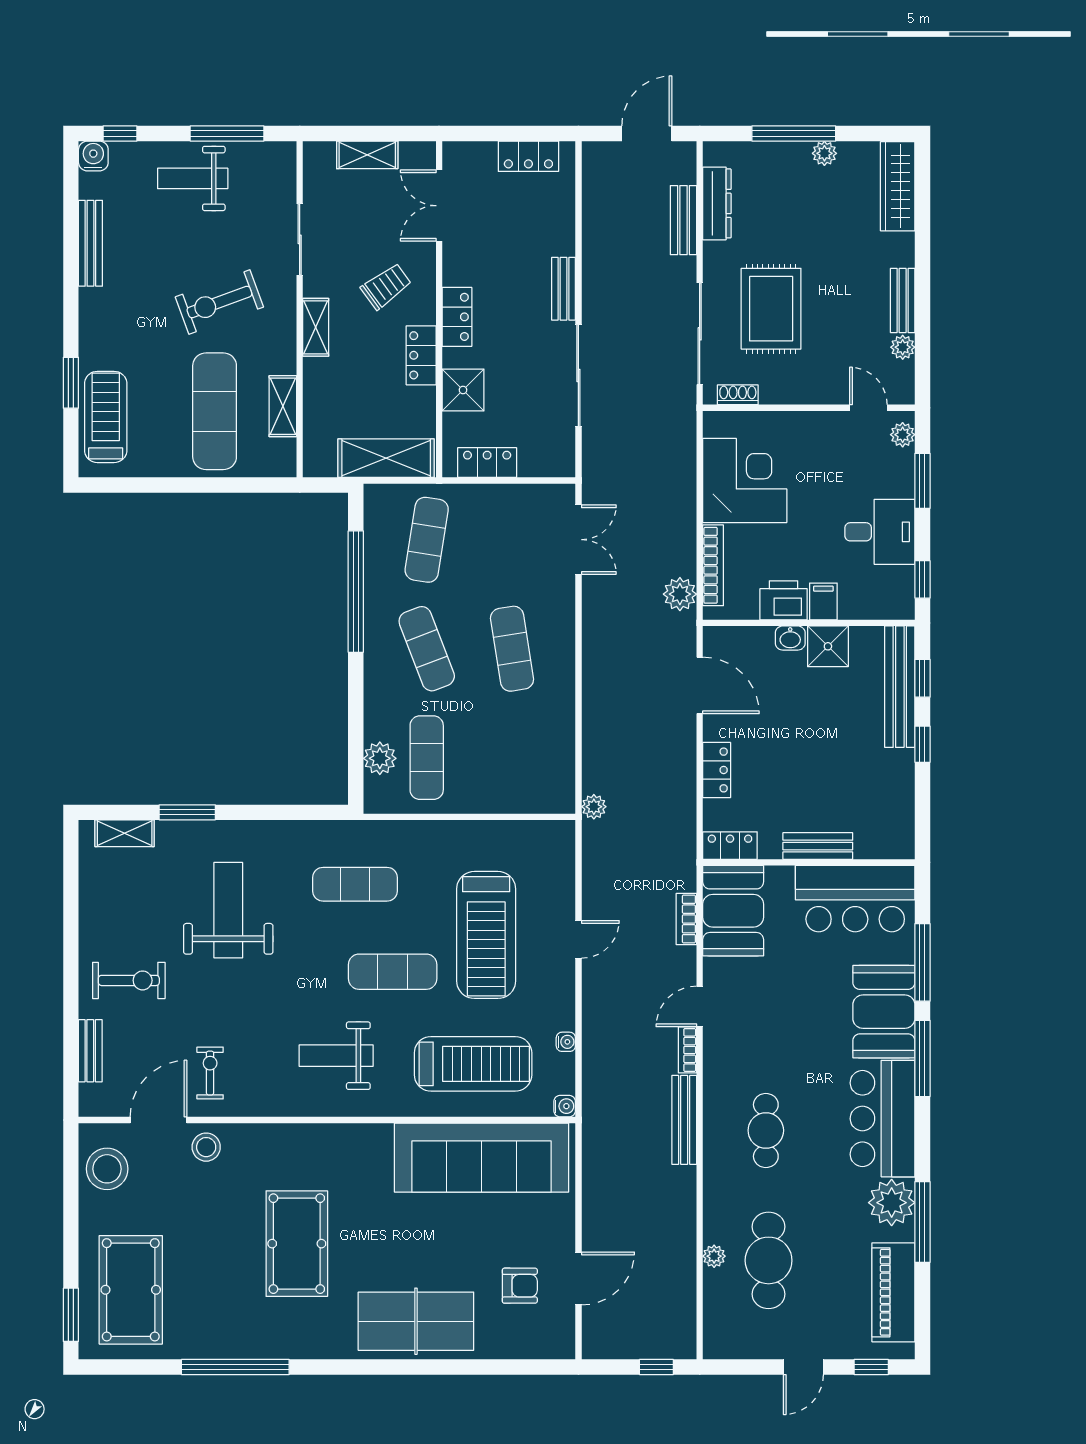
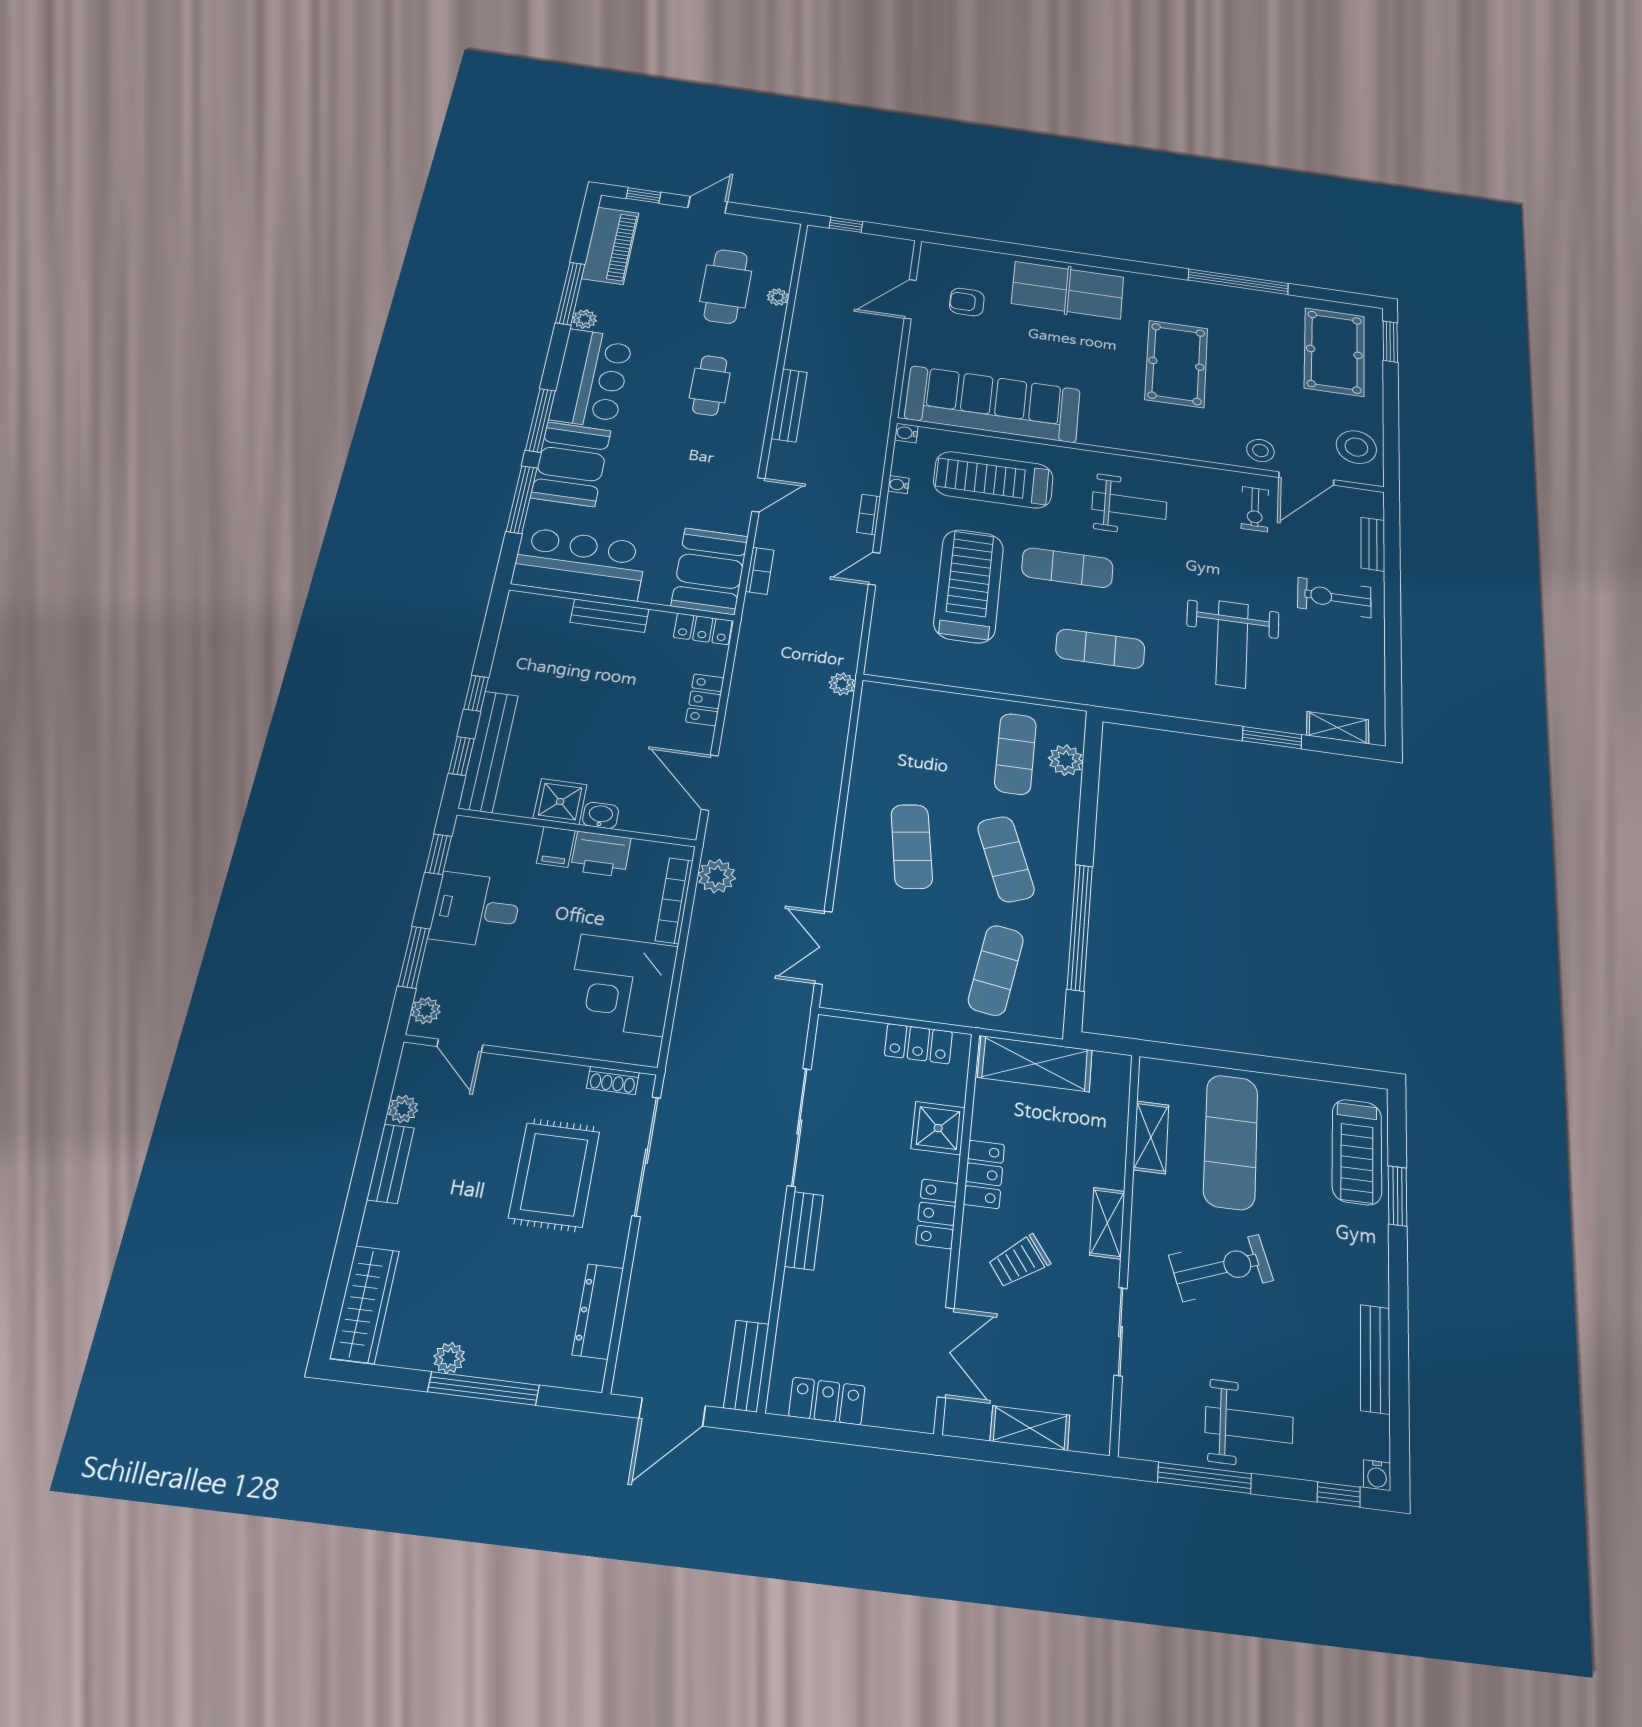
water cooler: (93, 156) -> (1377, 1475), width x0.72, depth x0.72
bench: (683, 220) -> (746, 1366), moved
bookcase: (687, 1050) -> (869, 514), moved, turned 180
plant: (892, 1203) -> (585, 319), width x0.53, depth x0.53

